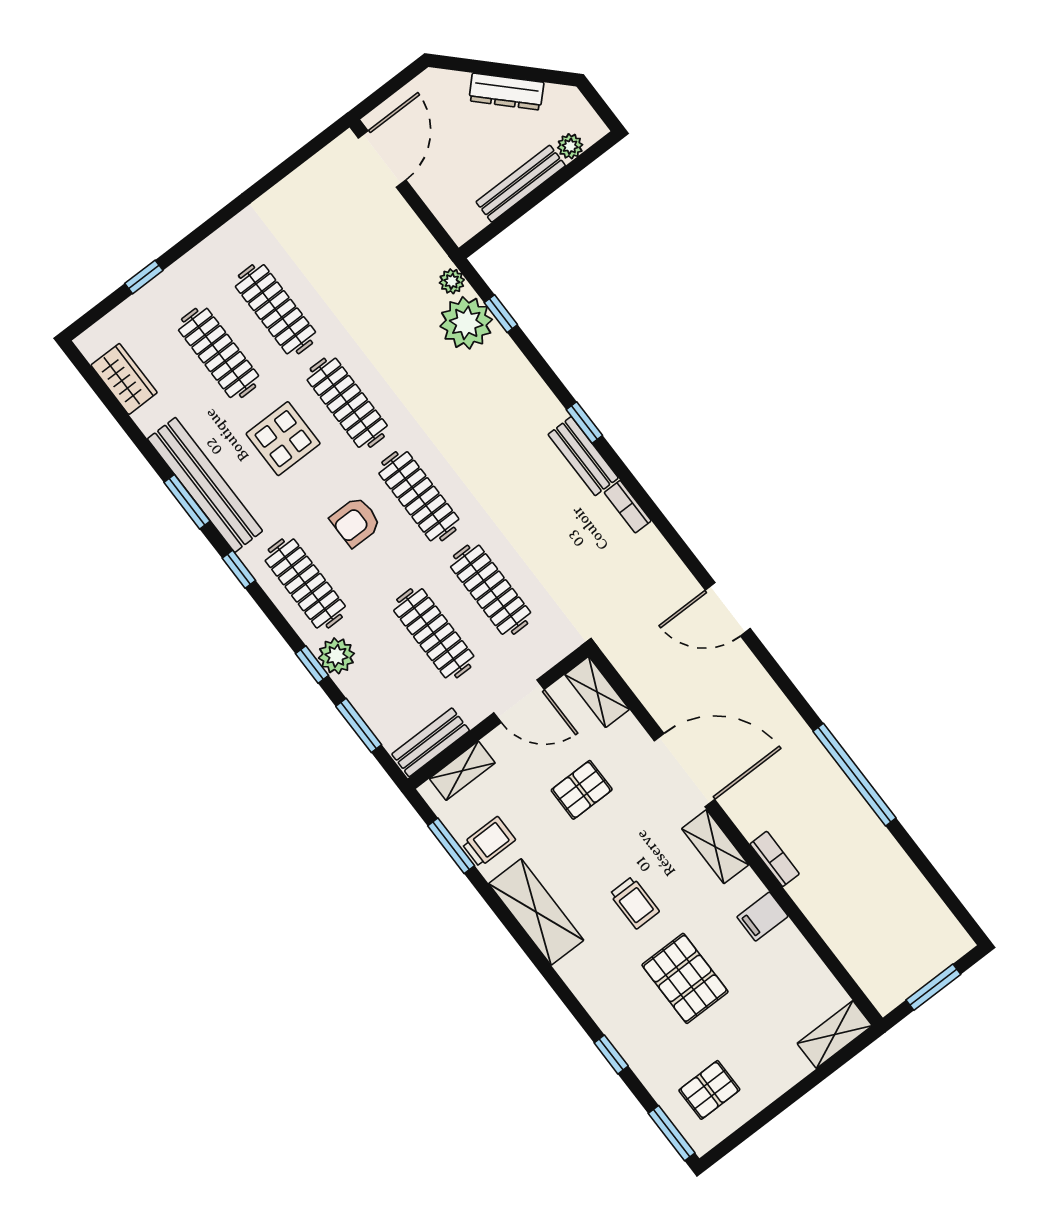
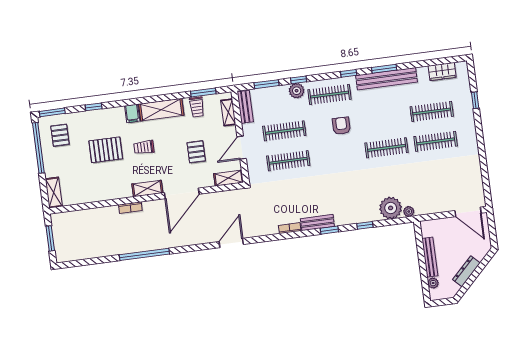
window: (501, 314) -> (365, 225), moved
display table: (283, 439) -> (387, 117), removed
clothes rail: (419, 496) -> (337, 154), removed
filing cabinet: (762, 917) -> (132, 113), moved, turned 180
window: (761, 1119) -> (38, 148), added

